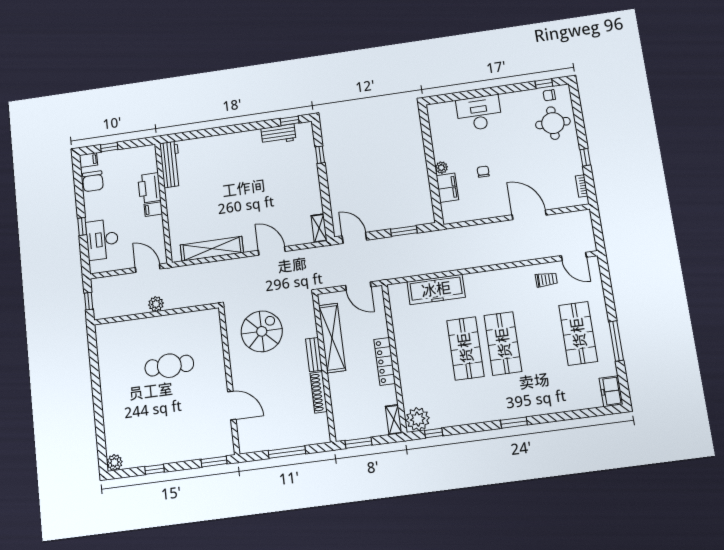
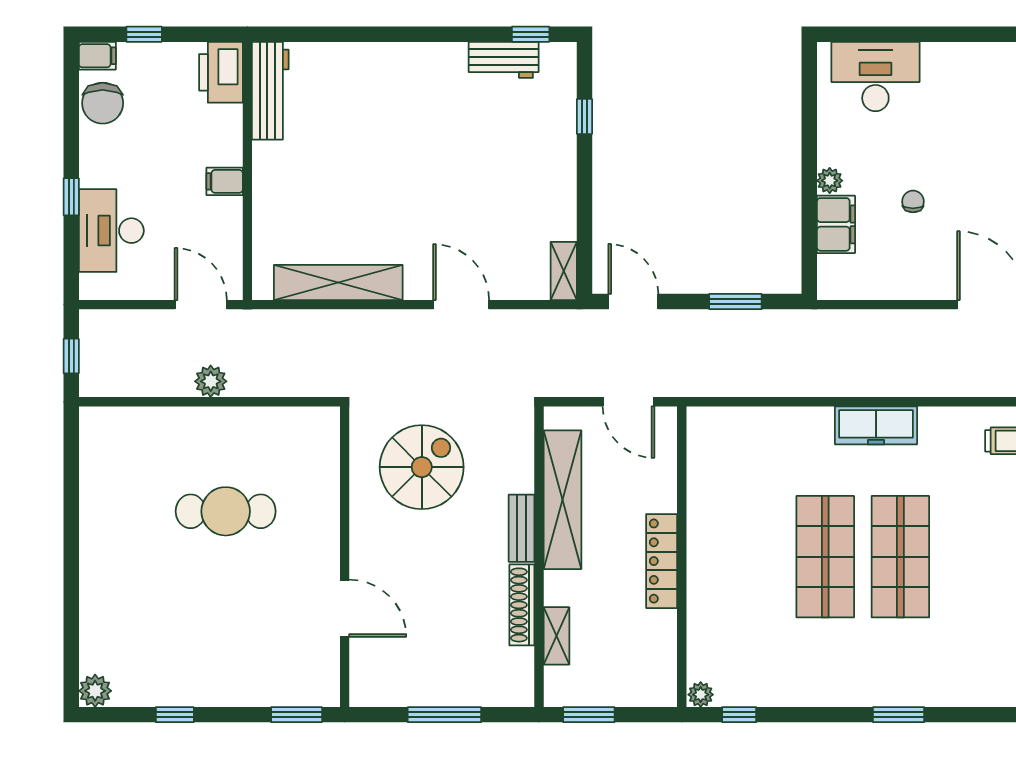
desk: (479, 113) -> (875, 77), moved
printer: (149, 188) -> (221, 72), moved
freezer: (436, 289) -> (876, 425), moved, width x0.73, depth x0.79
plant: (418, 419) -> (701, 695), width x0.53, depth x0.53
shelving: (394, 420) -> (556, 636), moved

